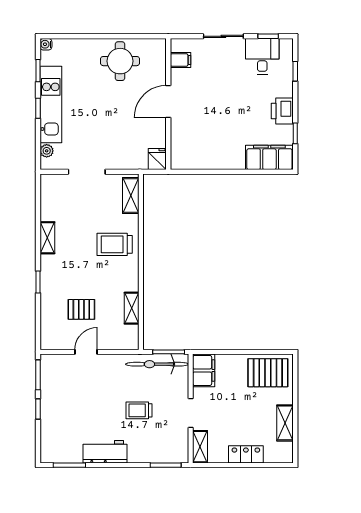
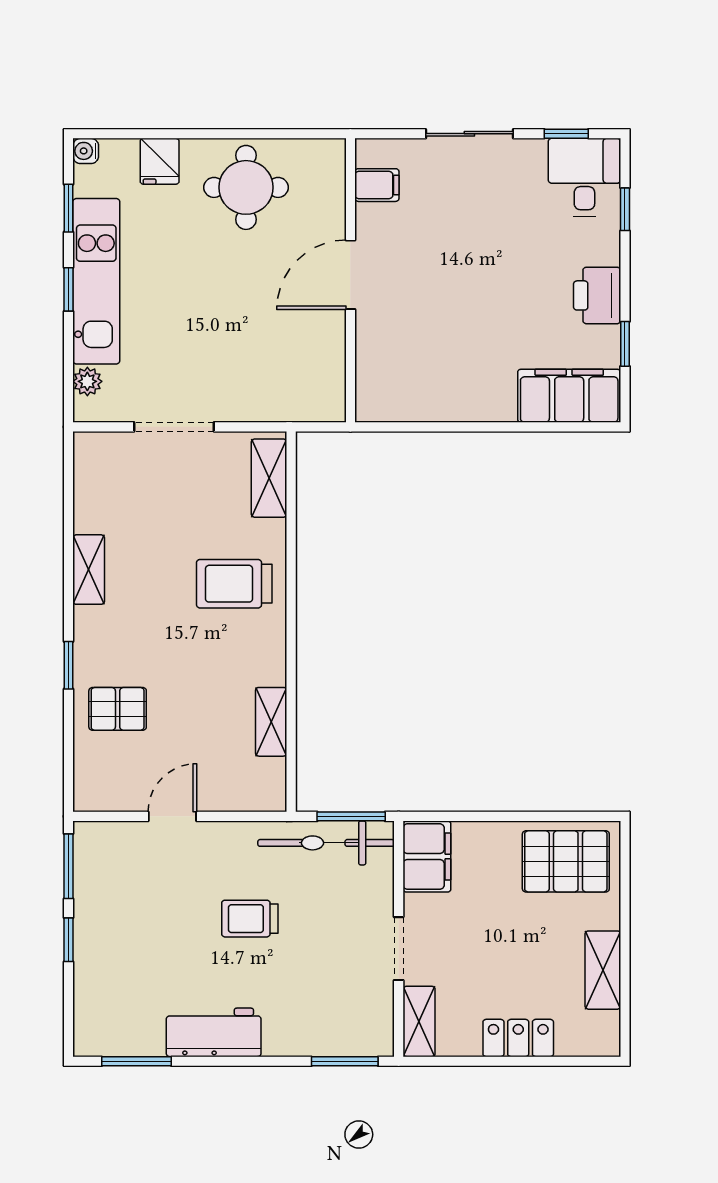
desk: (262, 56) -> (584, 177), moved
fridge: (157, 159) -> (160, 161), moved, turned 180
pallet: (81, 309) -> (118, 709), moved
trolley: (139, 410) -> (250, 919), moved

